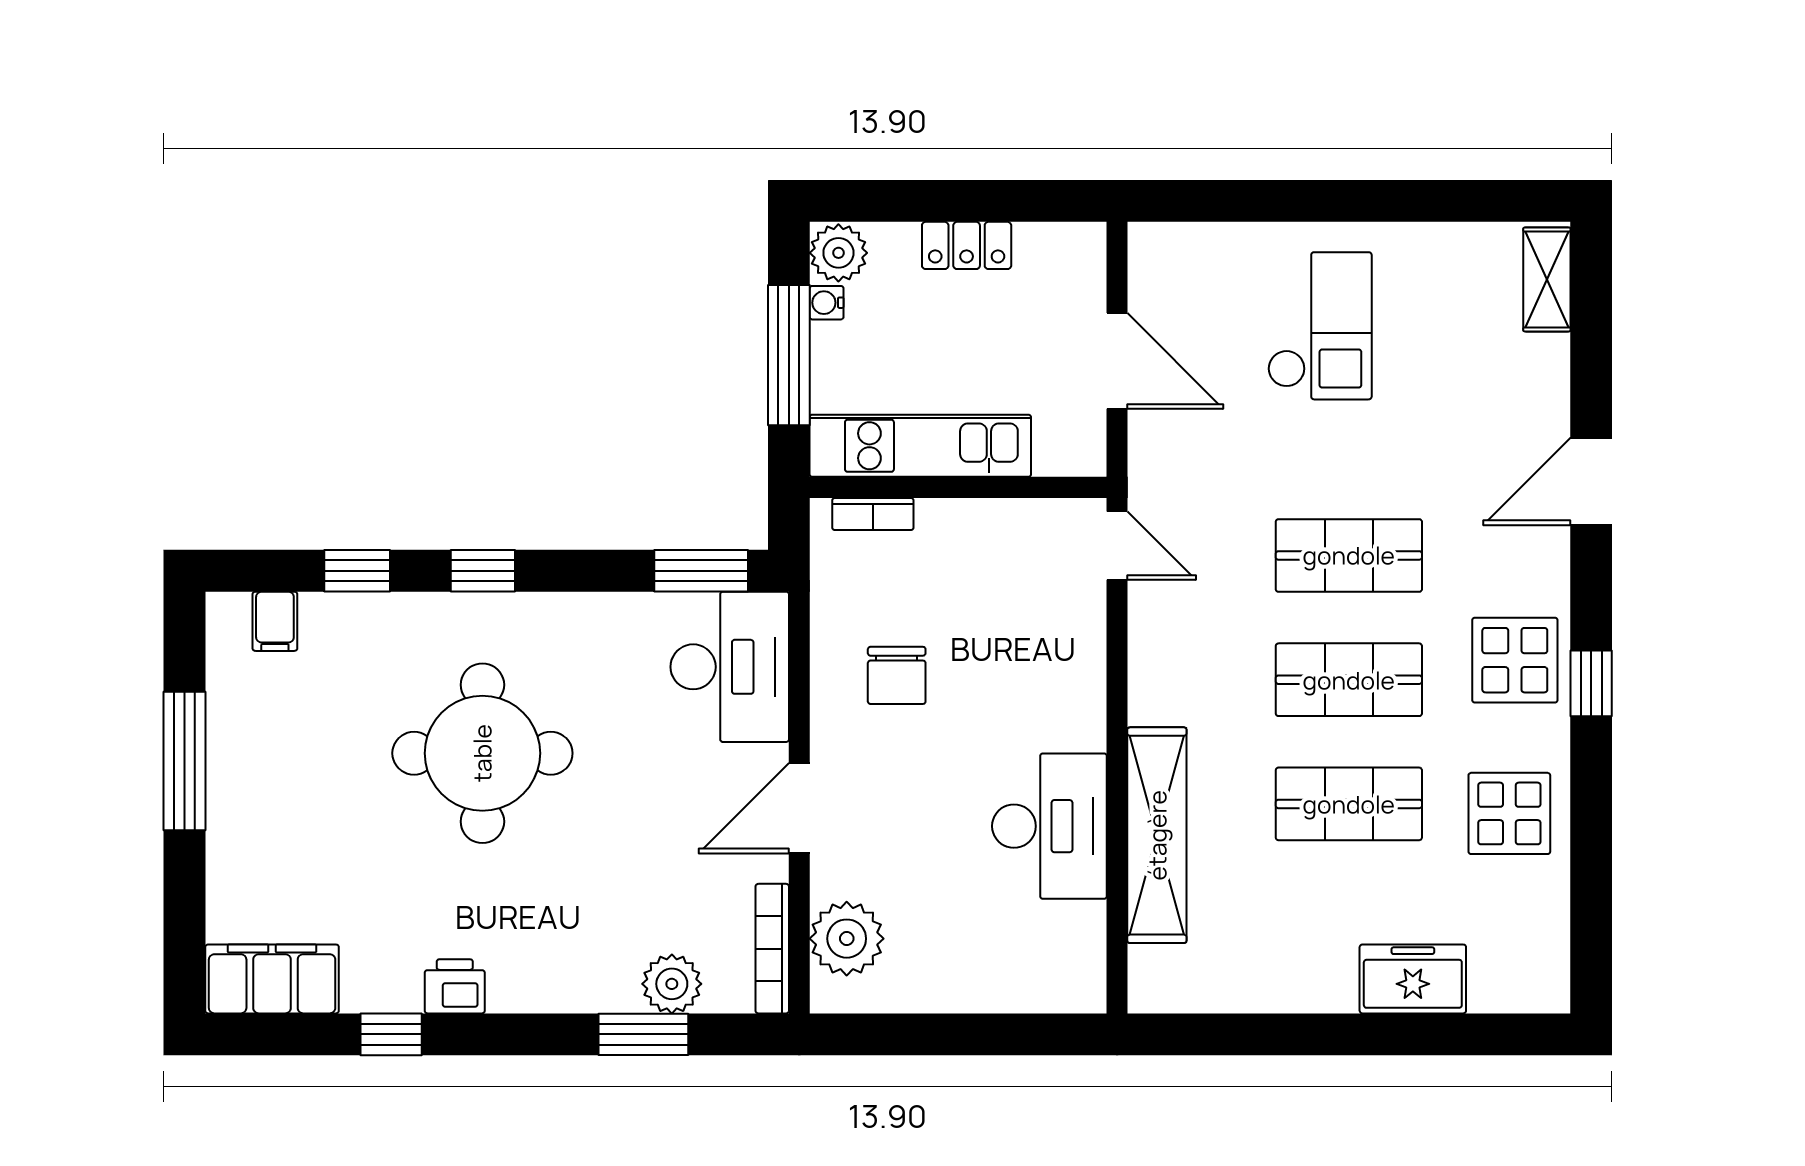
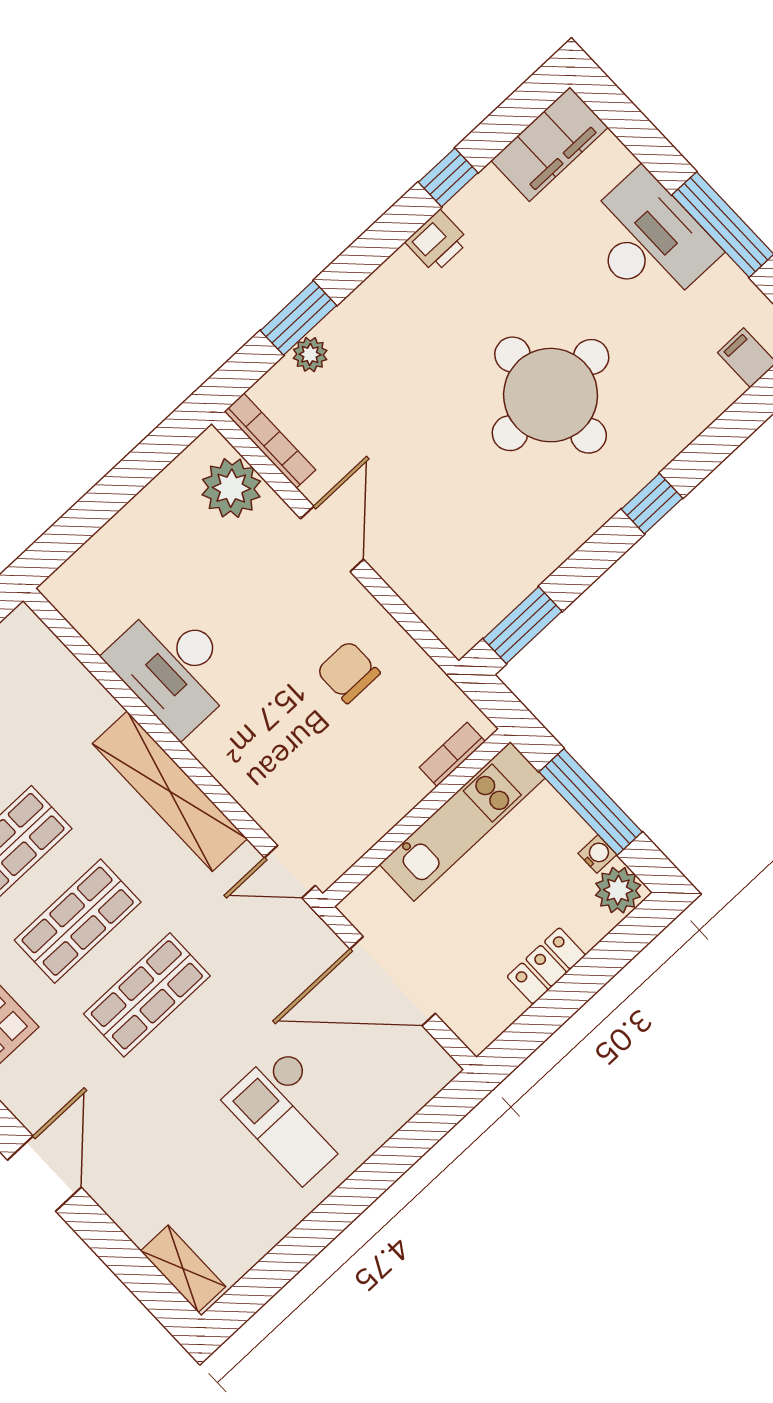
door: (1117, 361) -> (393, 981), width x1.36
window: (357, 571) -> (726, 434), removed
desk: (730, 667) -> (648, 240), moved, turned 180
shelving: (1157, 835) -> (170, 791), moved
plant: (672, 984) -> (310, 354), width x0.73, depth x0.73

